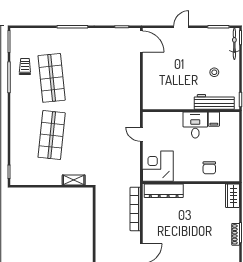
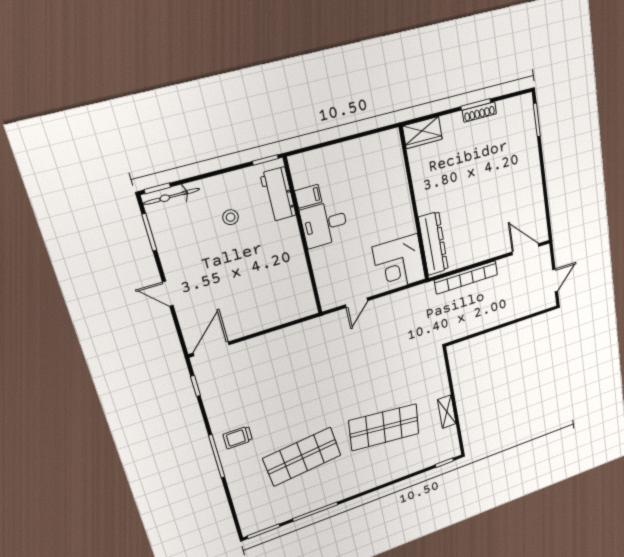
trolley: (25, 66) -> (238, 437), moved
workbench: (214, 102) -> (278, 194), width x0.73
chair: (209, 168) -> (387, 182), removed
shelving: (74, 180) -> (447, 412), moved

